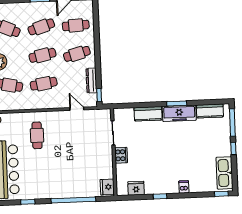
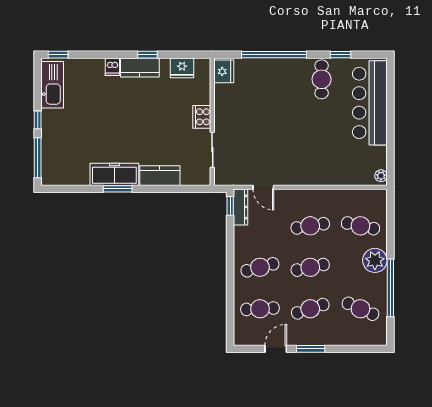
dresser: (91, 81) -> (240, 207), moved
kitchen counter: (210, 111) -> (140, 67), moved, turned 180
cafe table: (37, 135) -> (322, 79), moved

